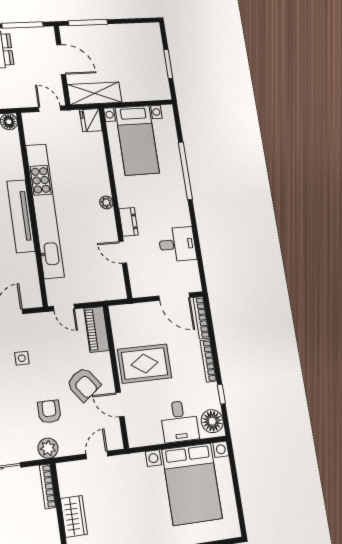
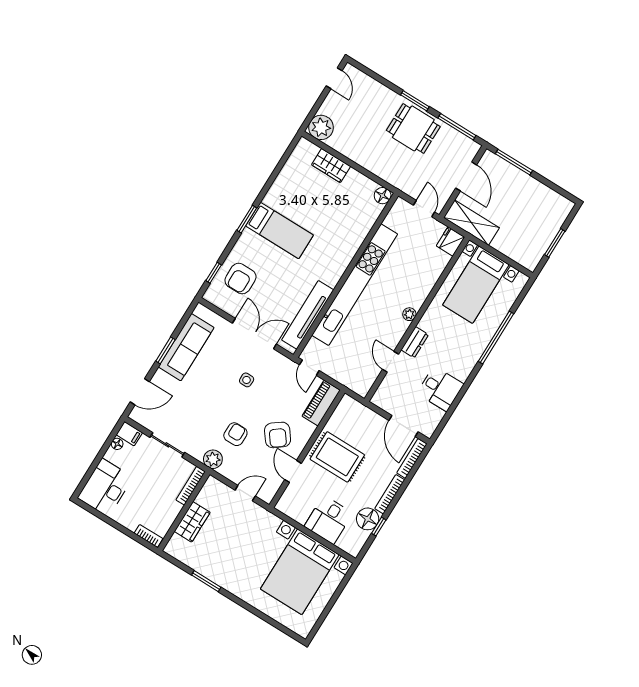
tv unit: (21, 216) -> (308, 315), moved
floor lamp: (212, 421) -> (368, 519), moved

